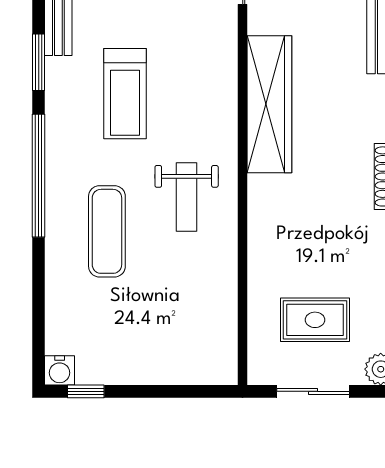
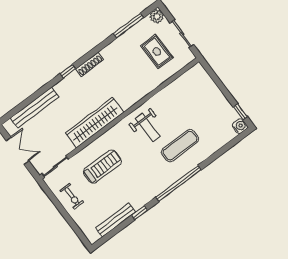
window: (39, 62) -> (140, 213), width x0.67
treadmill: (125, 94) -> (102, 167), moved
weight bench: (187, 197) -> (148, 127), turned 90

